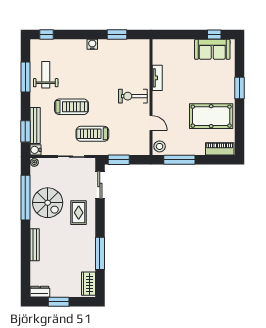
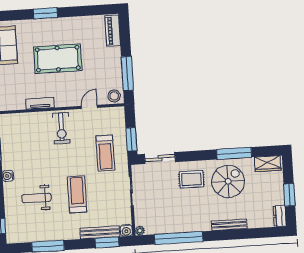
weight bench: (46, 75) -> (36, 198), moved
pool table: (211, 116) -> (58, 59), moved, turned 90
treadmill: (92, 134) -> (105, 153), moved
spiral stairs: (48, 203) -> (228, 181), moved

